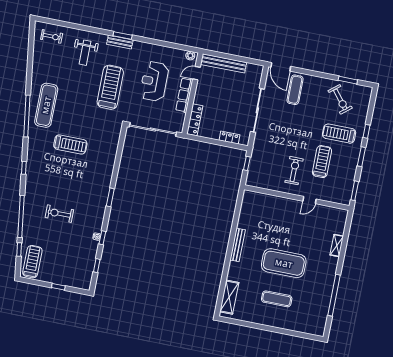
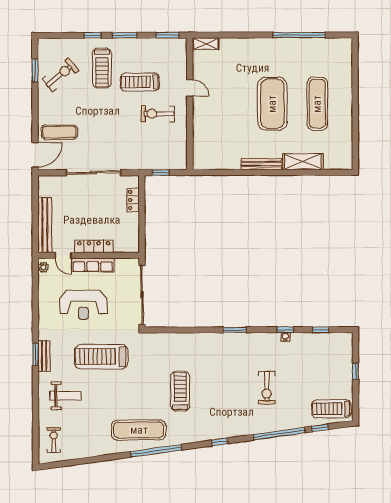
locker: (195, 120) -> (94, 246), moved
shelving: (337, 246) -> (206, 44), moved
shelving: (229, 297) -> (303, 162), moved
exercise mat: (277, 299) -> (317, 104), width x1.36, depth x1.45

